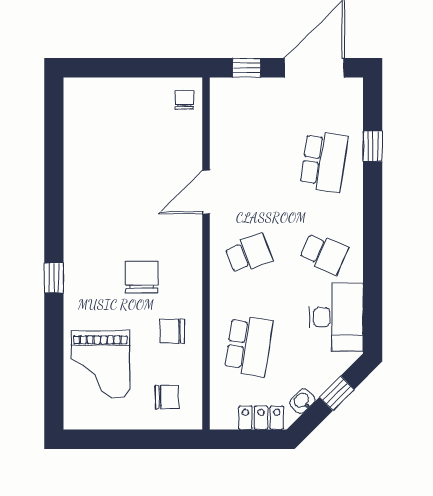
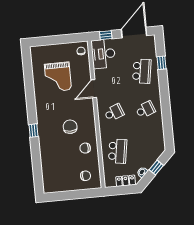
school desk: (324, 254) -> (145, 110), turned -45
desk: (336, 317) -> (103, 54), moved, turned 180
grand piano: (100, 364) -> (58, 77), moved

